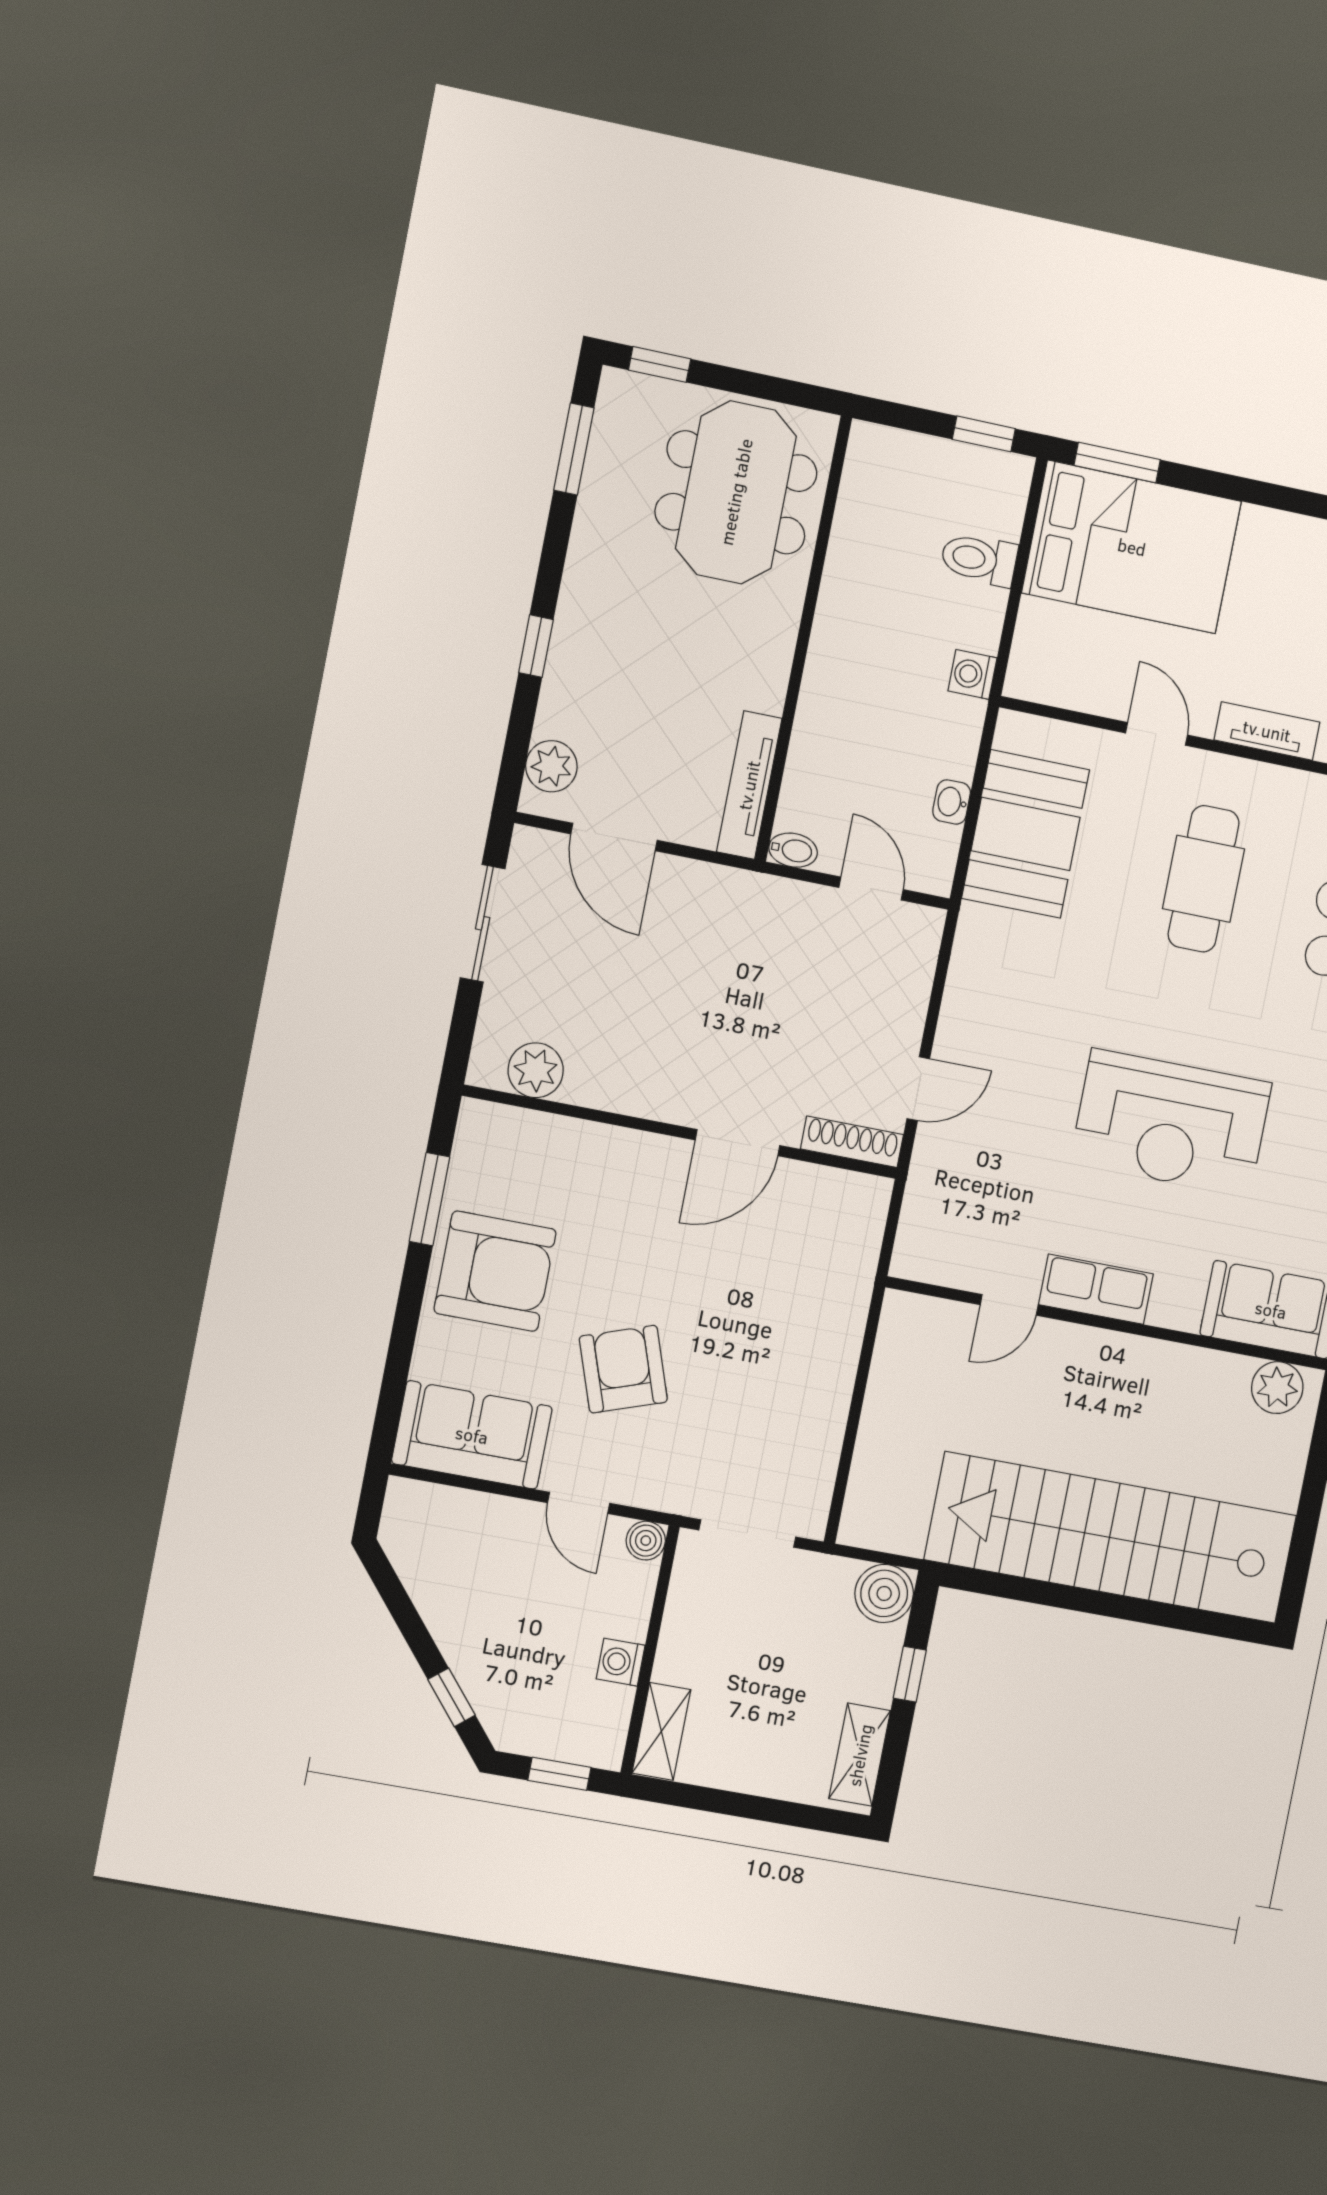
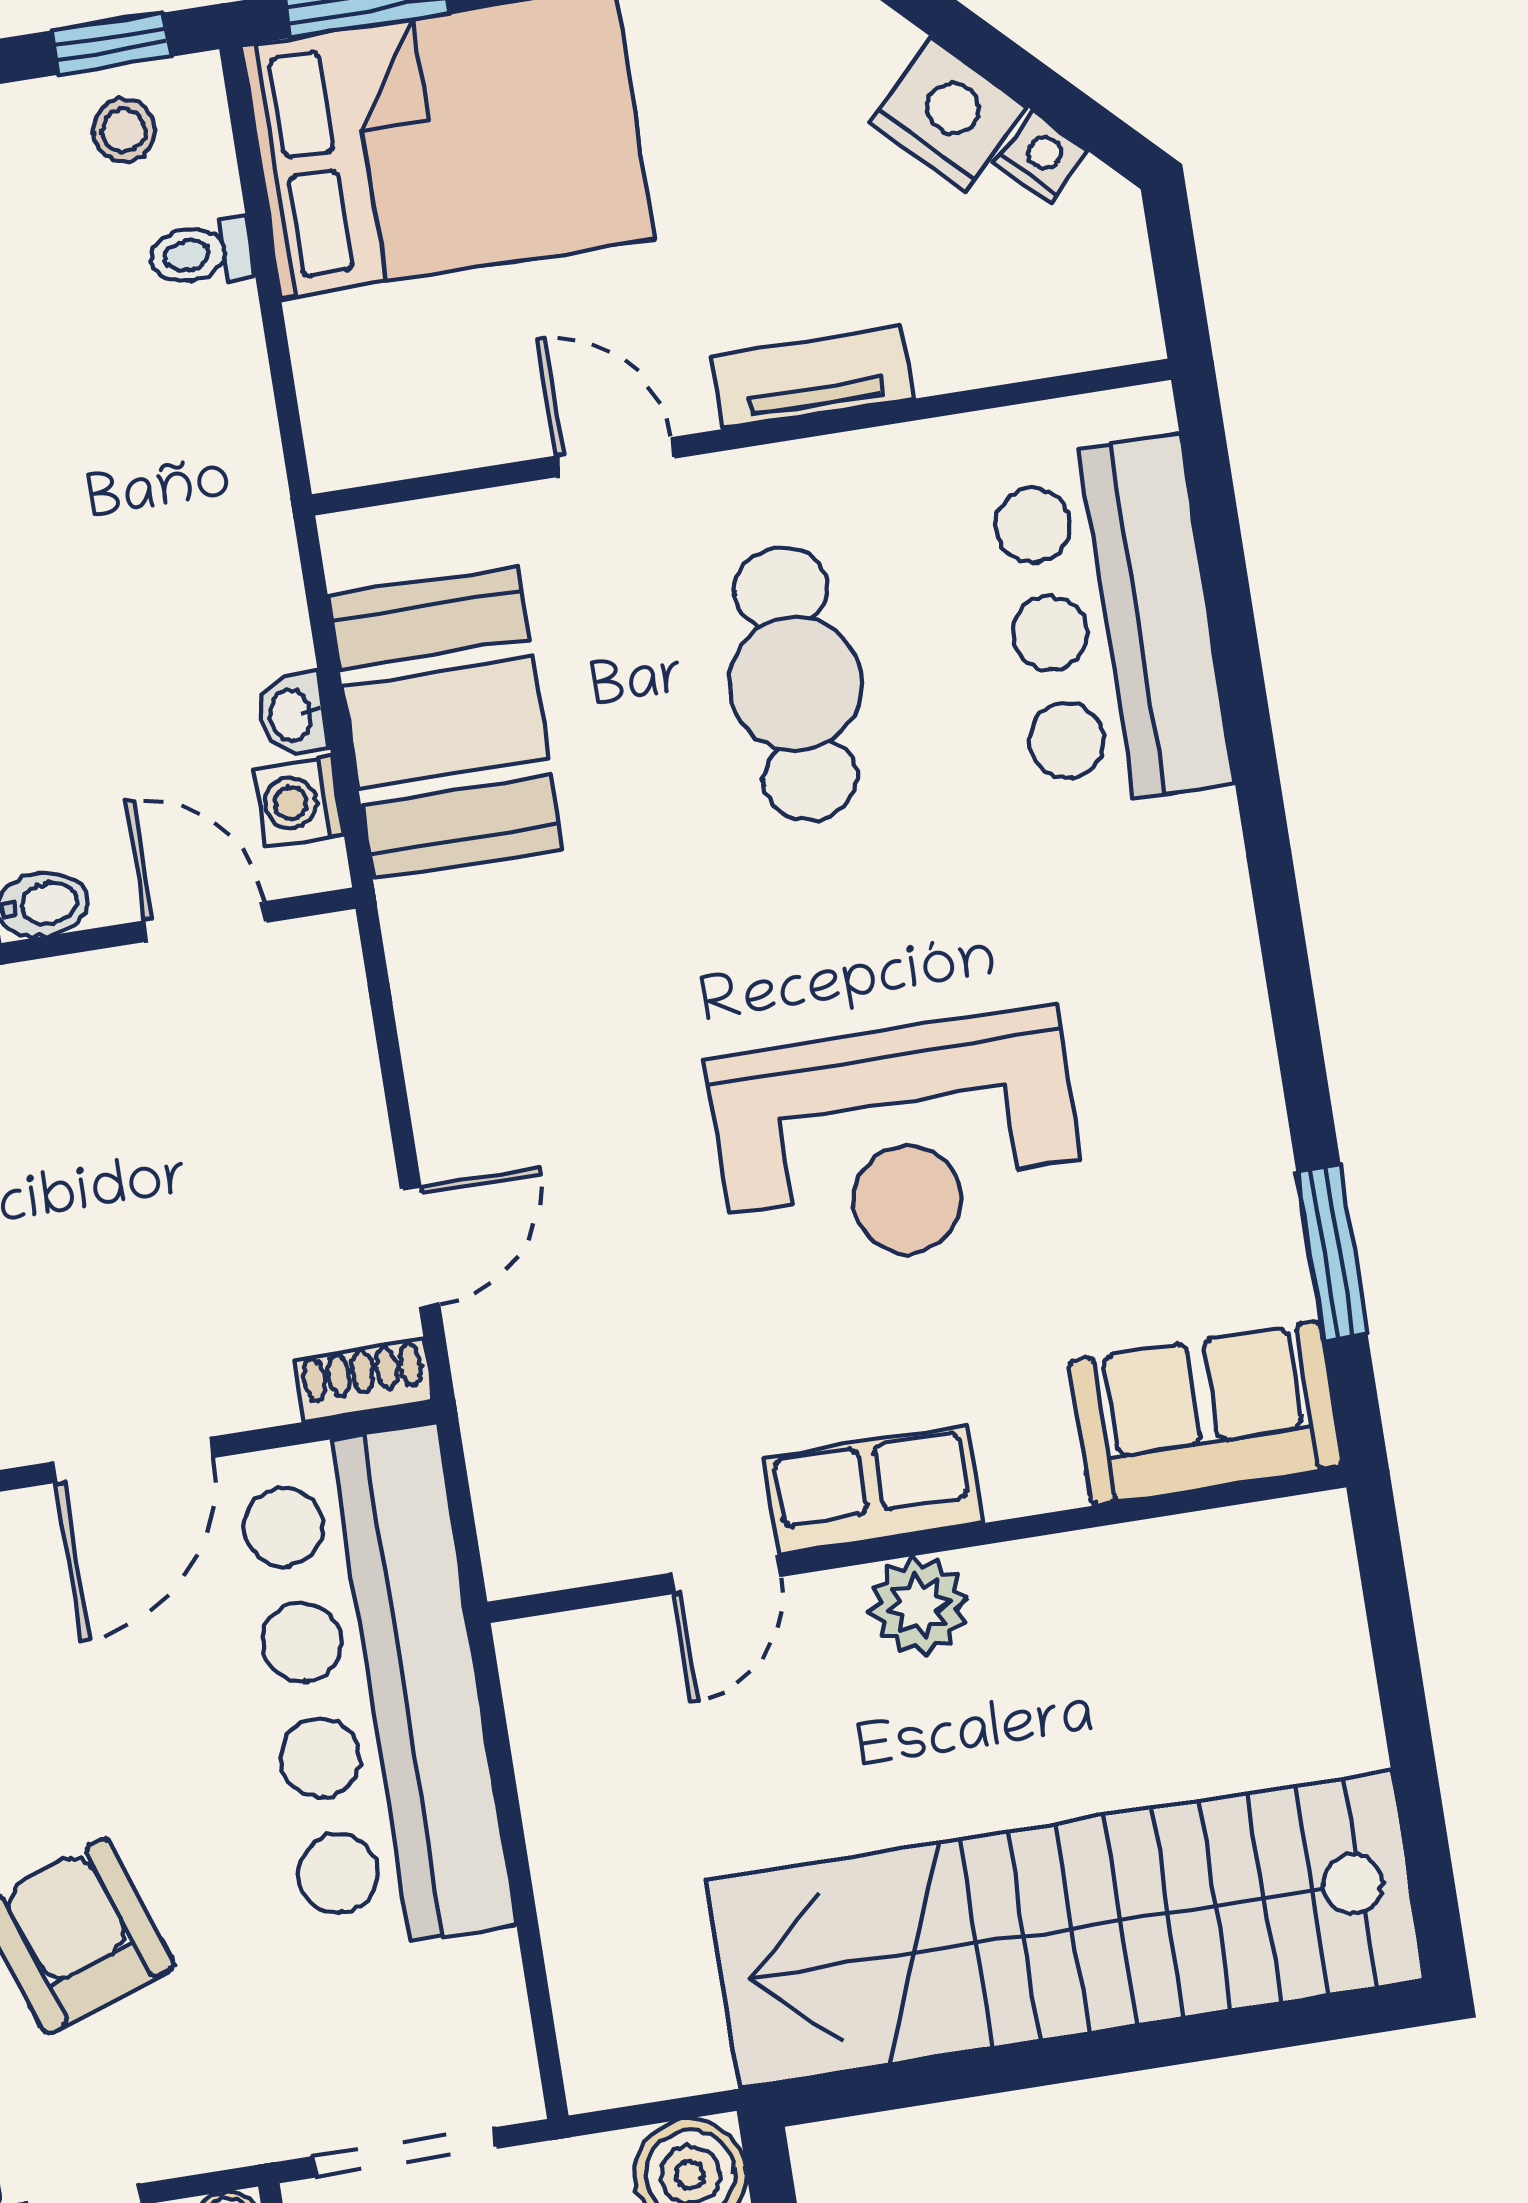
stool: (974, 480) -> (124, 131), added
toilet: (979, 559) -> (201, 253), width x0.73, depth x0.72
washing machine: (972, 674) -> (298, 802), moved
shoe rack: (852, 1142) -> (364, 1380), width x0.70
bar counter: (816, 1300) -> (374, 1690), added
plant: (1277, 1388) -> (919, 1606), moved

